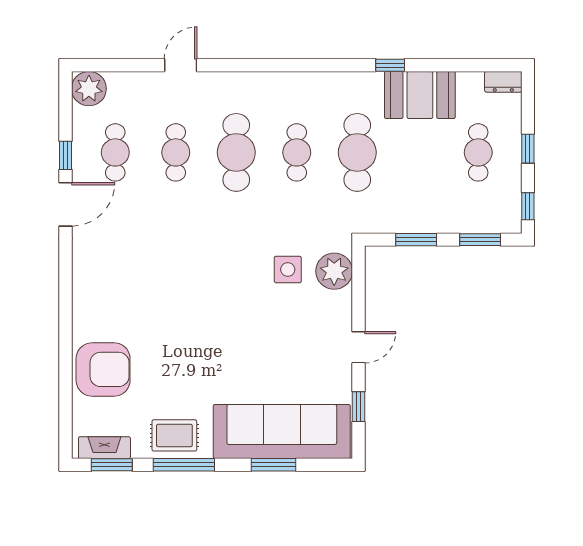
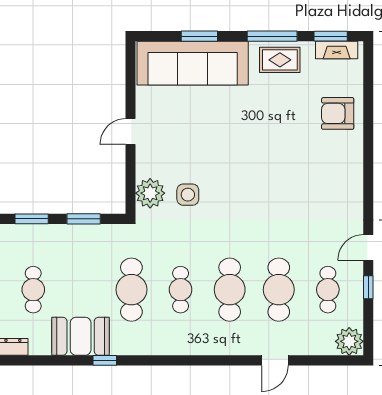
cafe table: (176, 152) -> (279, 290), width x1.37, depth x1.35
door: (66, 204) -> (368, 247), width x0.73
armchair: (103, 369) -> (338, 113), width x0.73, depth x0.73
window: (358, 407) -> (130, 83), removed

